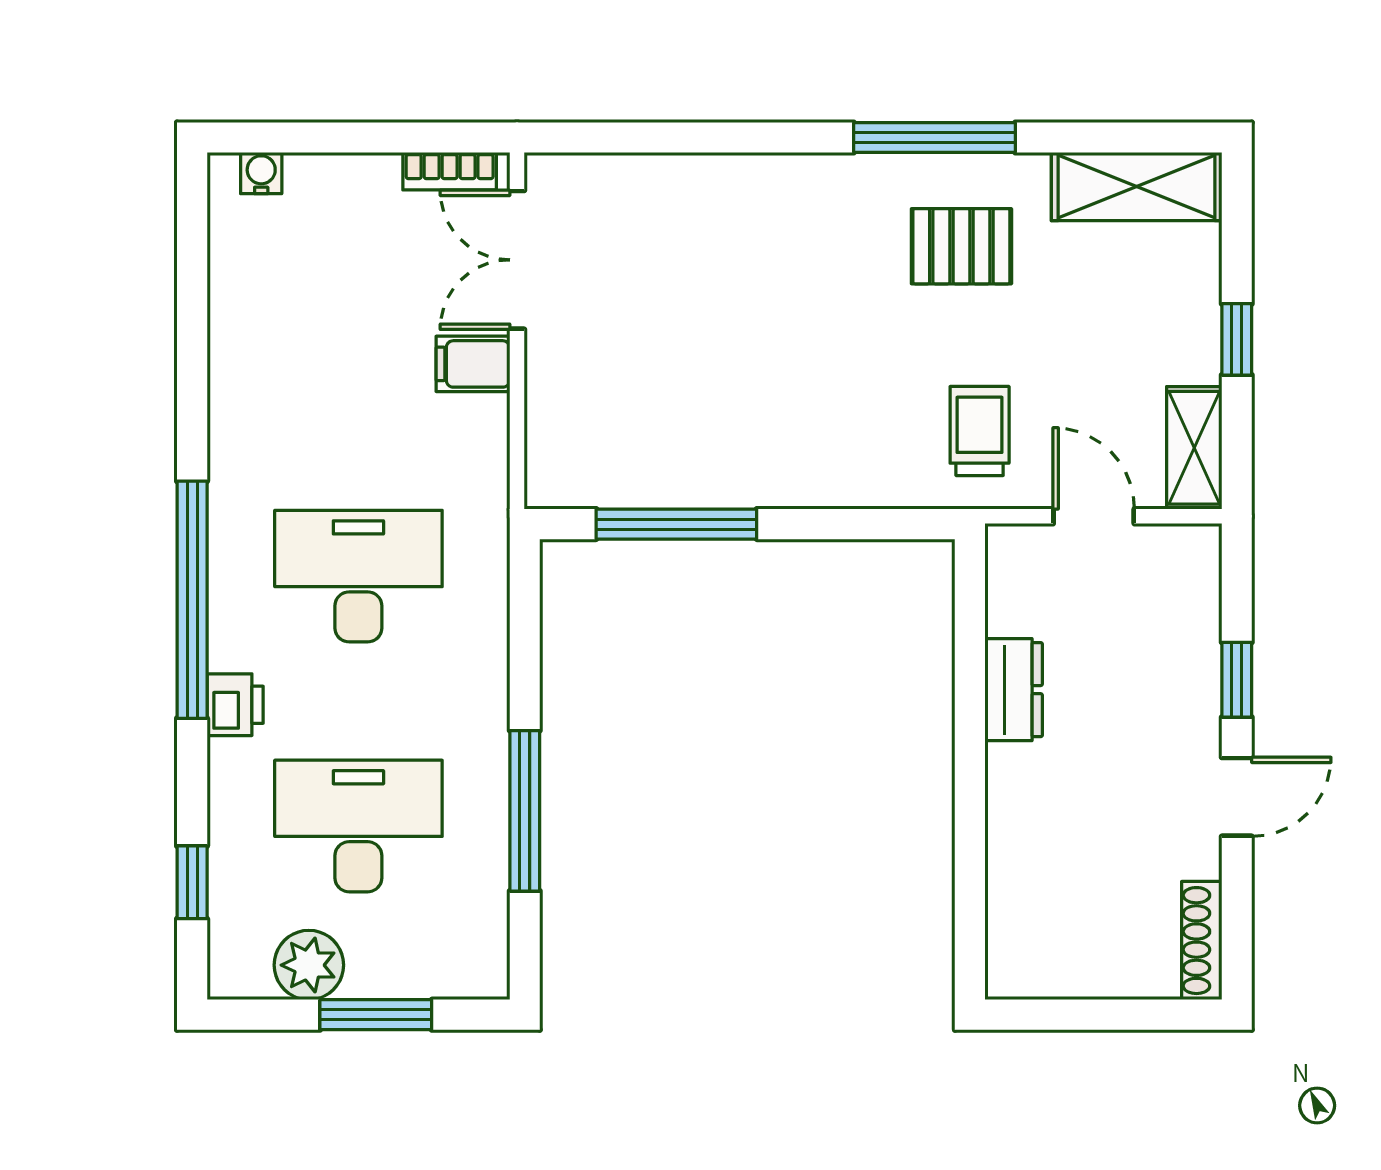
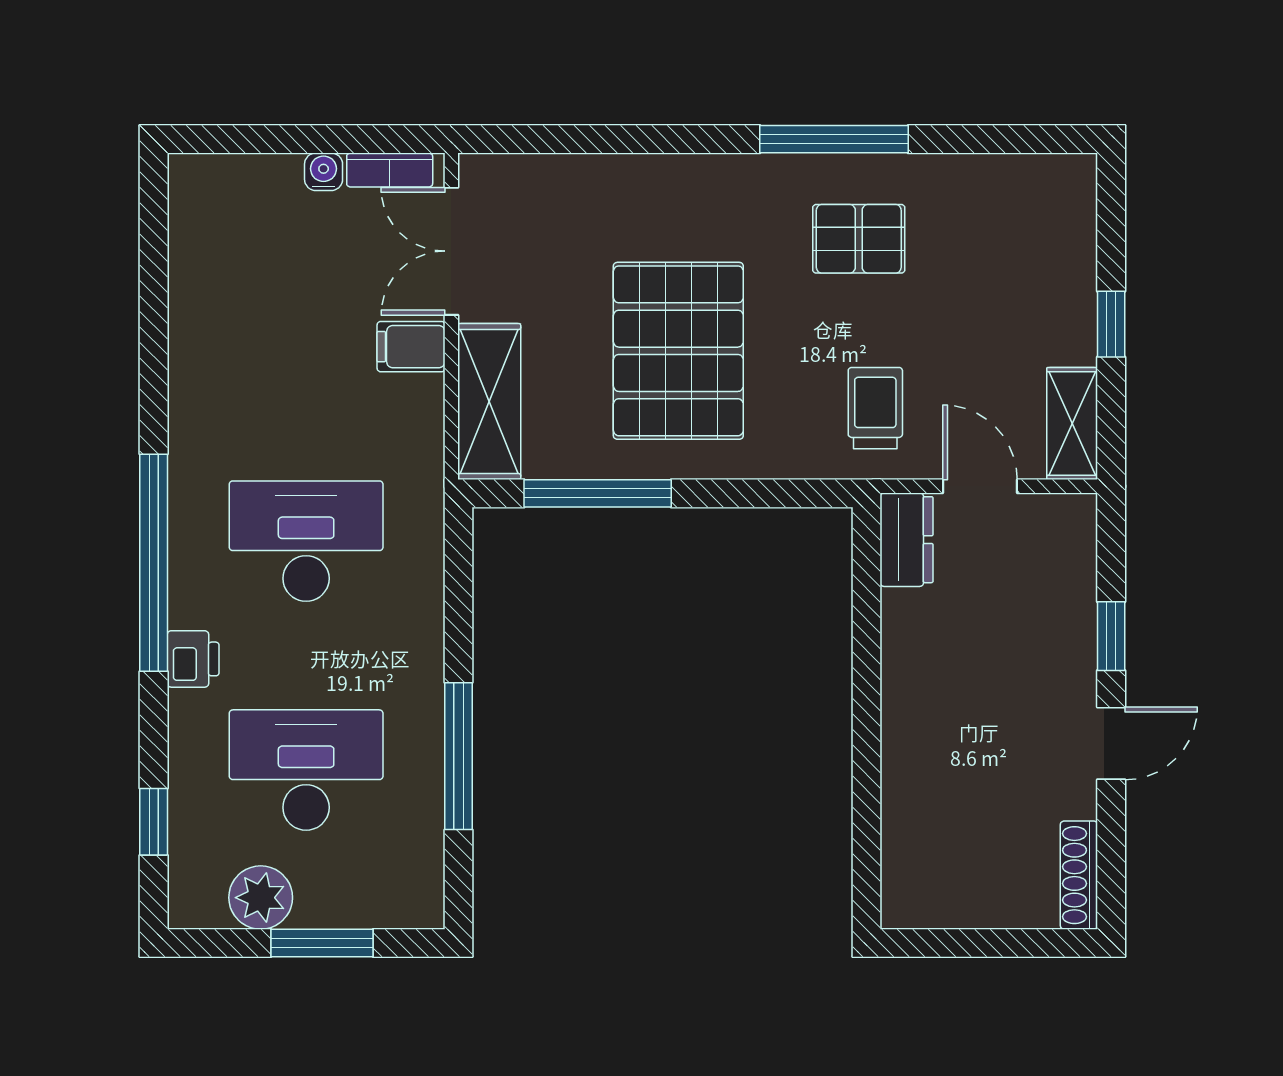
water cooler: (261, 173) -> (324, 172), moved
shelving: (1137, 187) -> (489, 402), moved, turned 90
pallet: (765, 368) -> (678, 351), added
dresser: (1014, 690) -> (907, 540), moved

